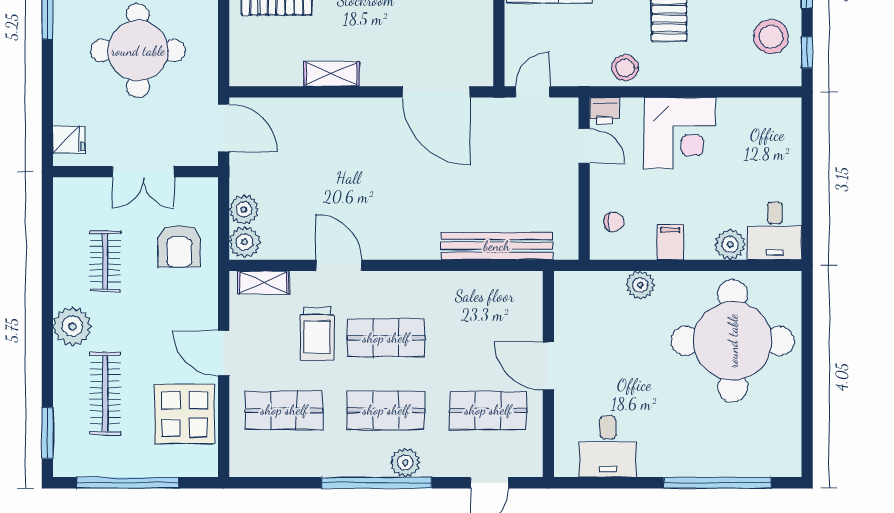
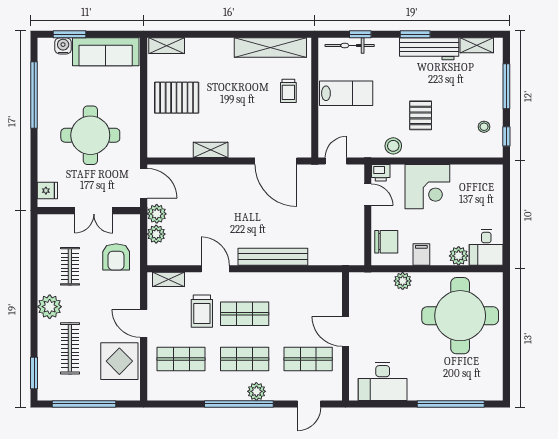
stool: (771, 37) -> (484, 127), width x0.53, depth x0.53
chair: (614, 222) -> (386, 242), width x1.87, depth x1.87
plant: (245, 242) -> (157, 214), moved
bench: (497, 246) -> (273, 257), moved
desk: (608, 447) -> (383, 381), width x1.37

